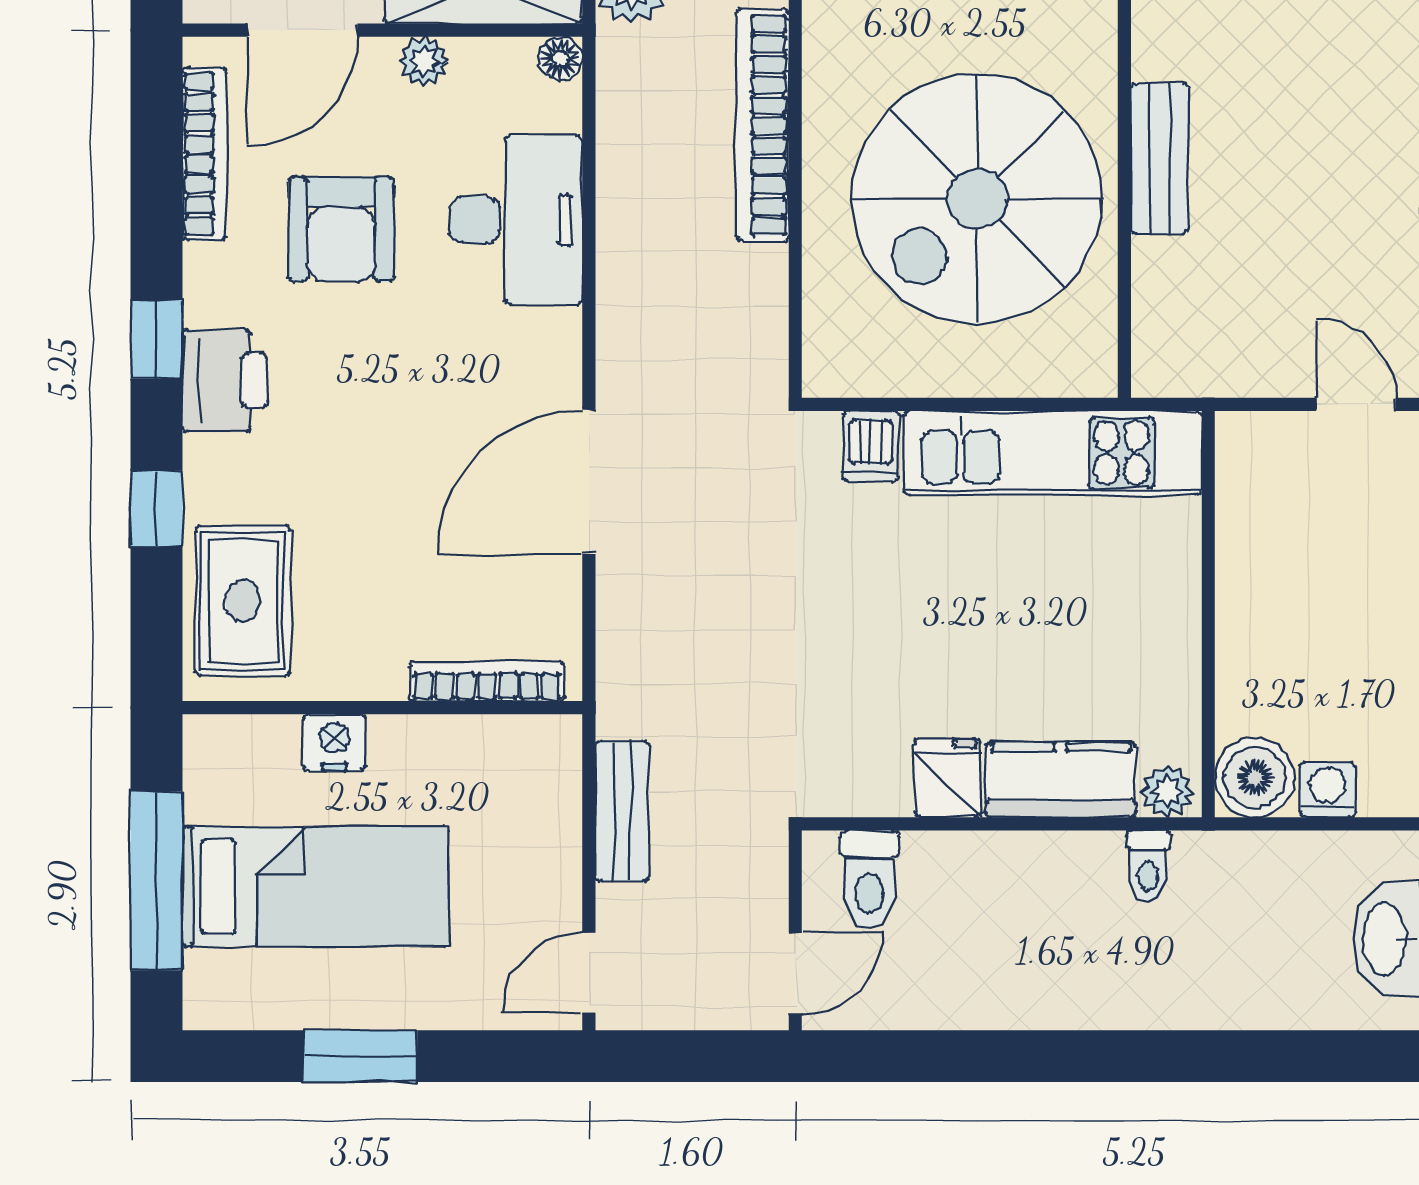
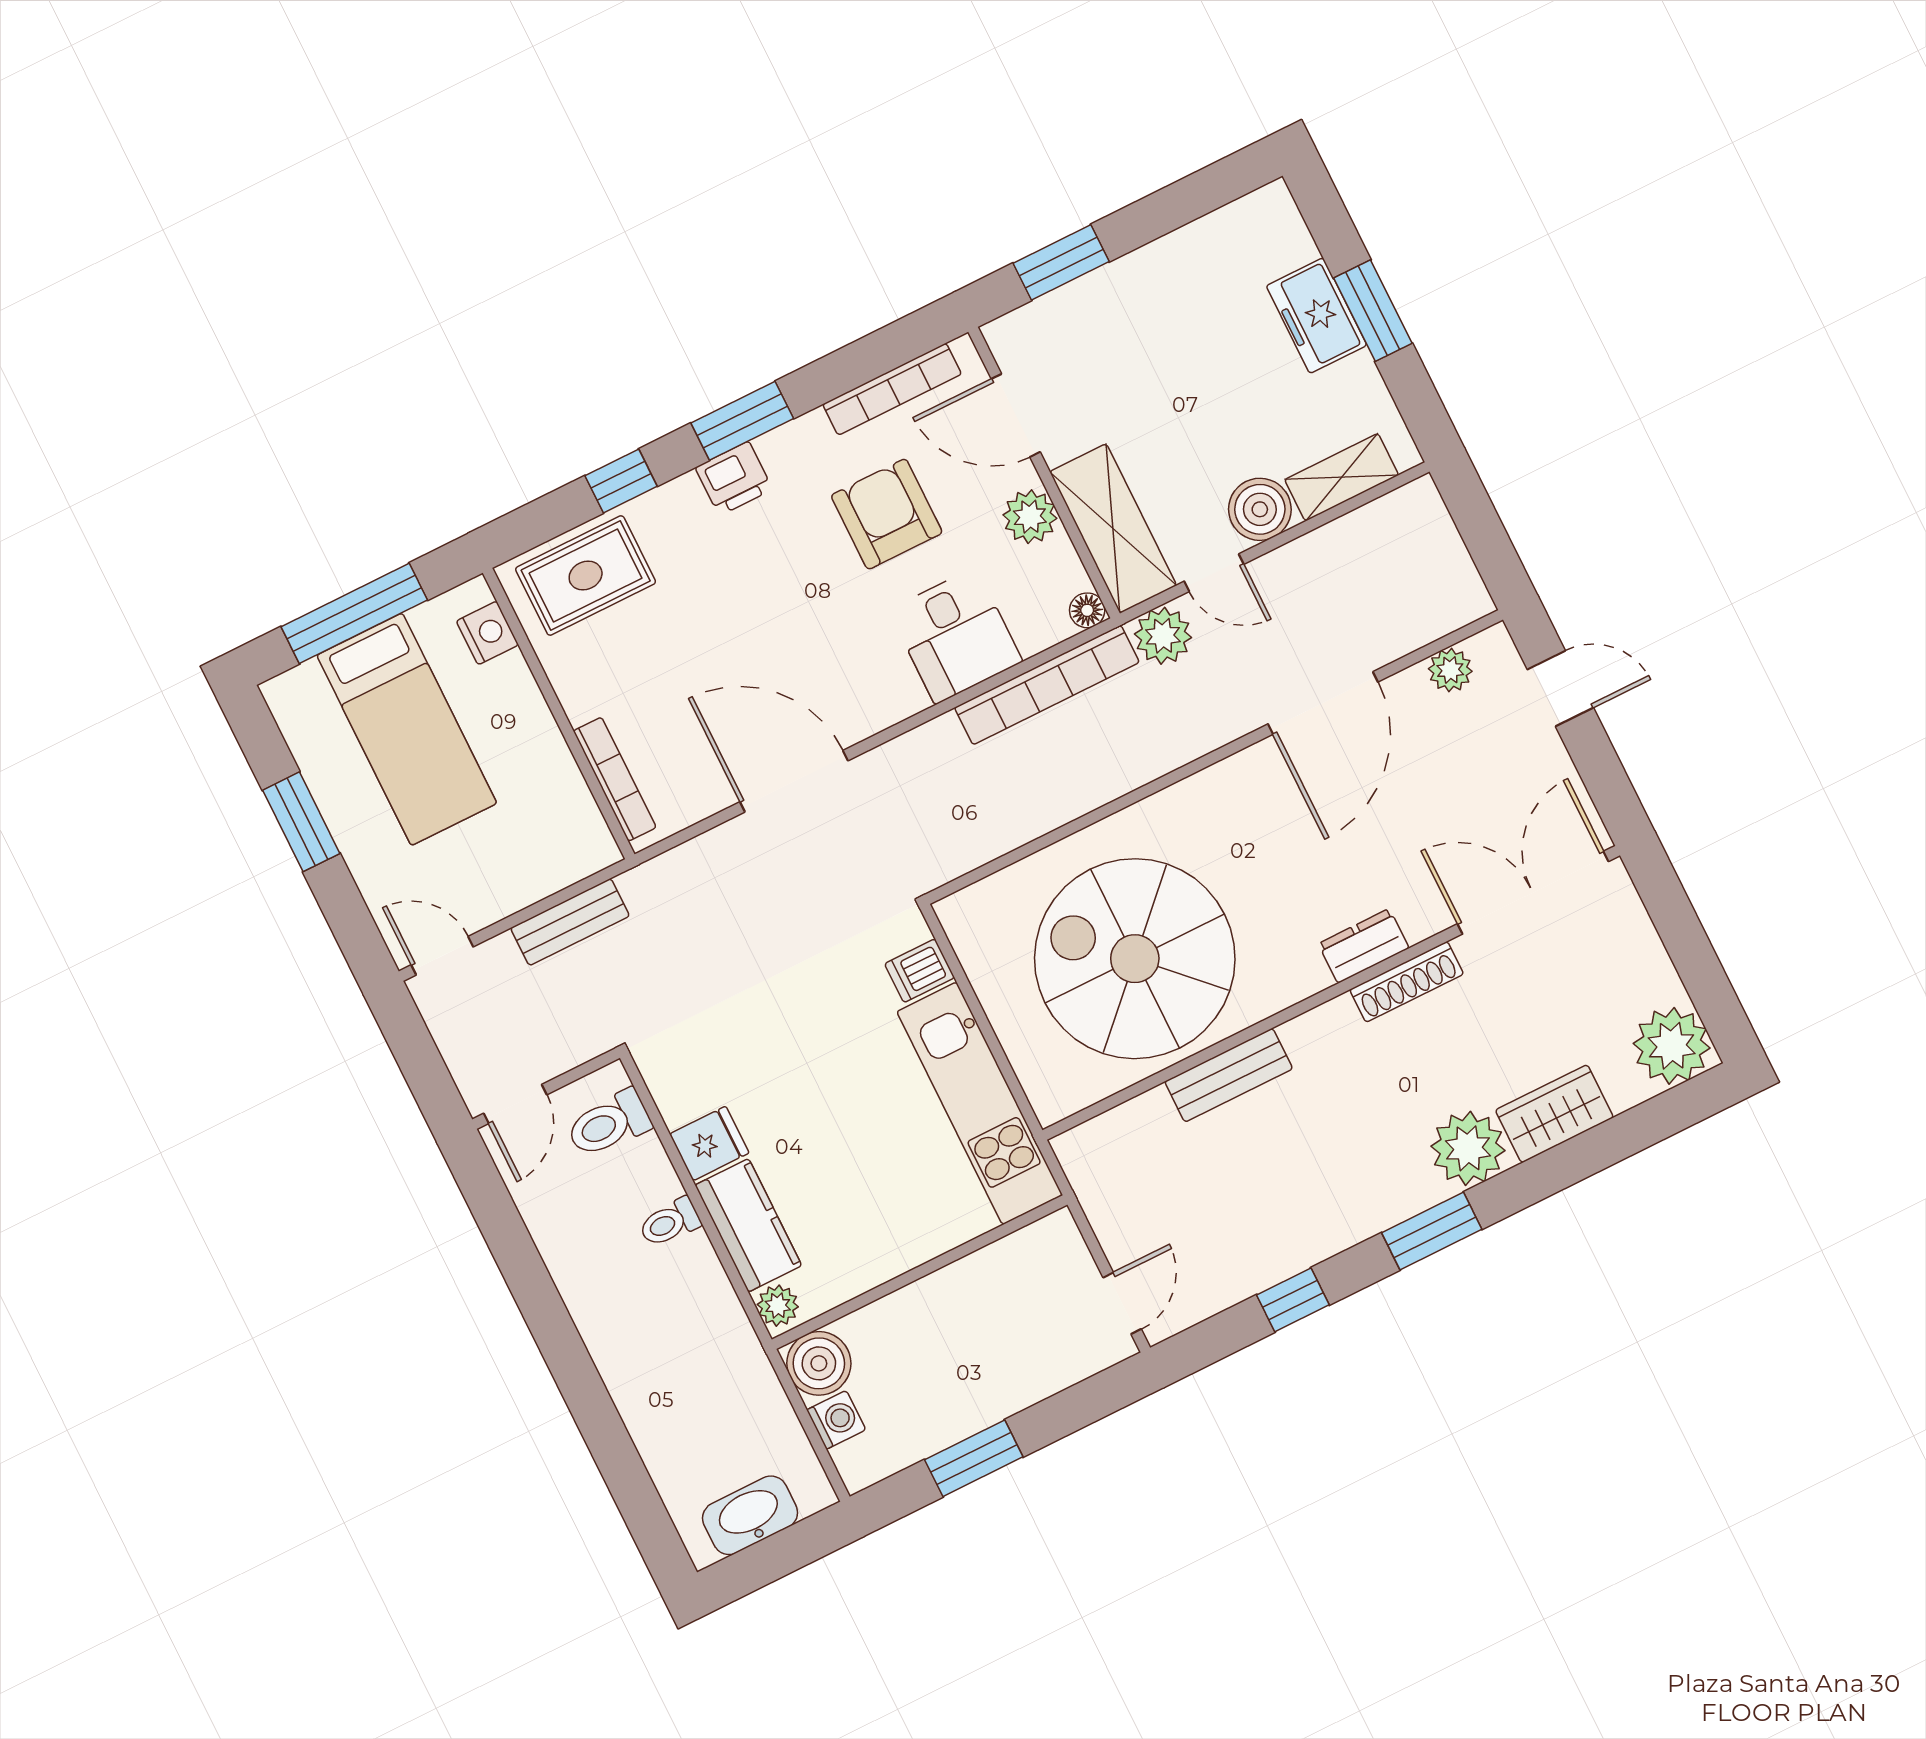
plant: (424, 61) -> (1030, 517), width x1.38, depth x1.38
bookcase: (762, 125) -> (1047, 685), moved, turned 180
desk: (516, 220) -> (956, 636), width x0.73
armchair: (341, 229) -> (887, 514), turned 90
window: (157, 339) -> (742, 421), width x1.50
printer: (225, 381) -> (734, 478), width x0.73, depth x0.81
nightstand: (334, 743) -> (487, 633), moved
toilet: (1148, 866) -> (670, 1222), moved
door: (795, 973) -> (515, 1104), hinge flipped

